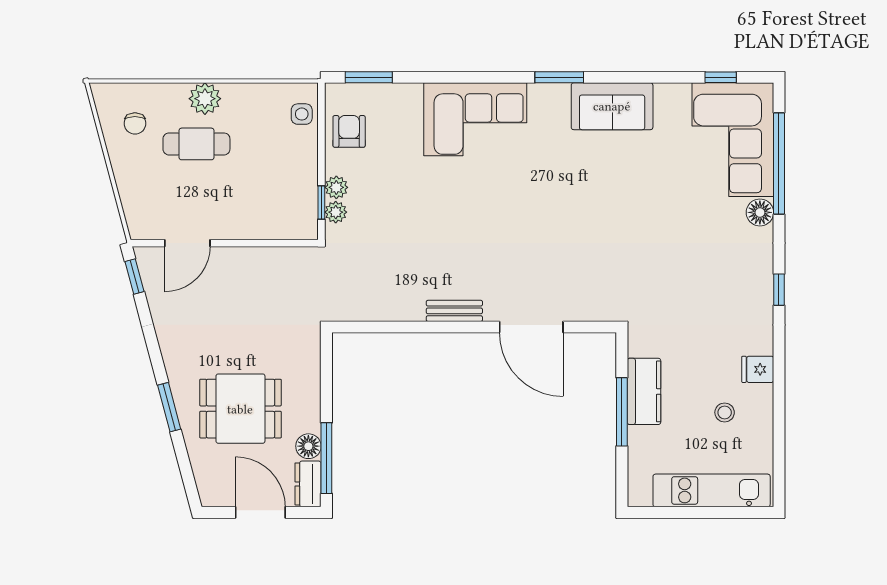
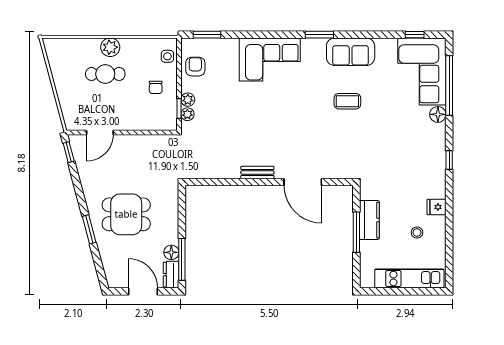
chair: (135, 123) -> (156, 87), moved
coffee table: (607, 190) -> (347, 101), added
dining table: (240, 409) -> (126, 214), moved

